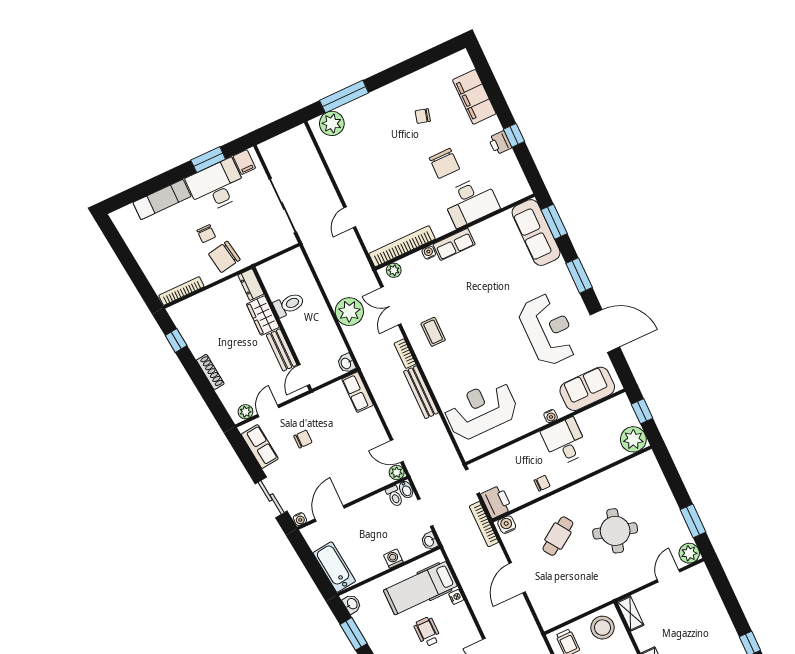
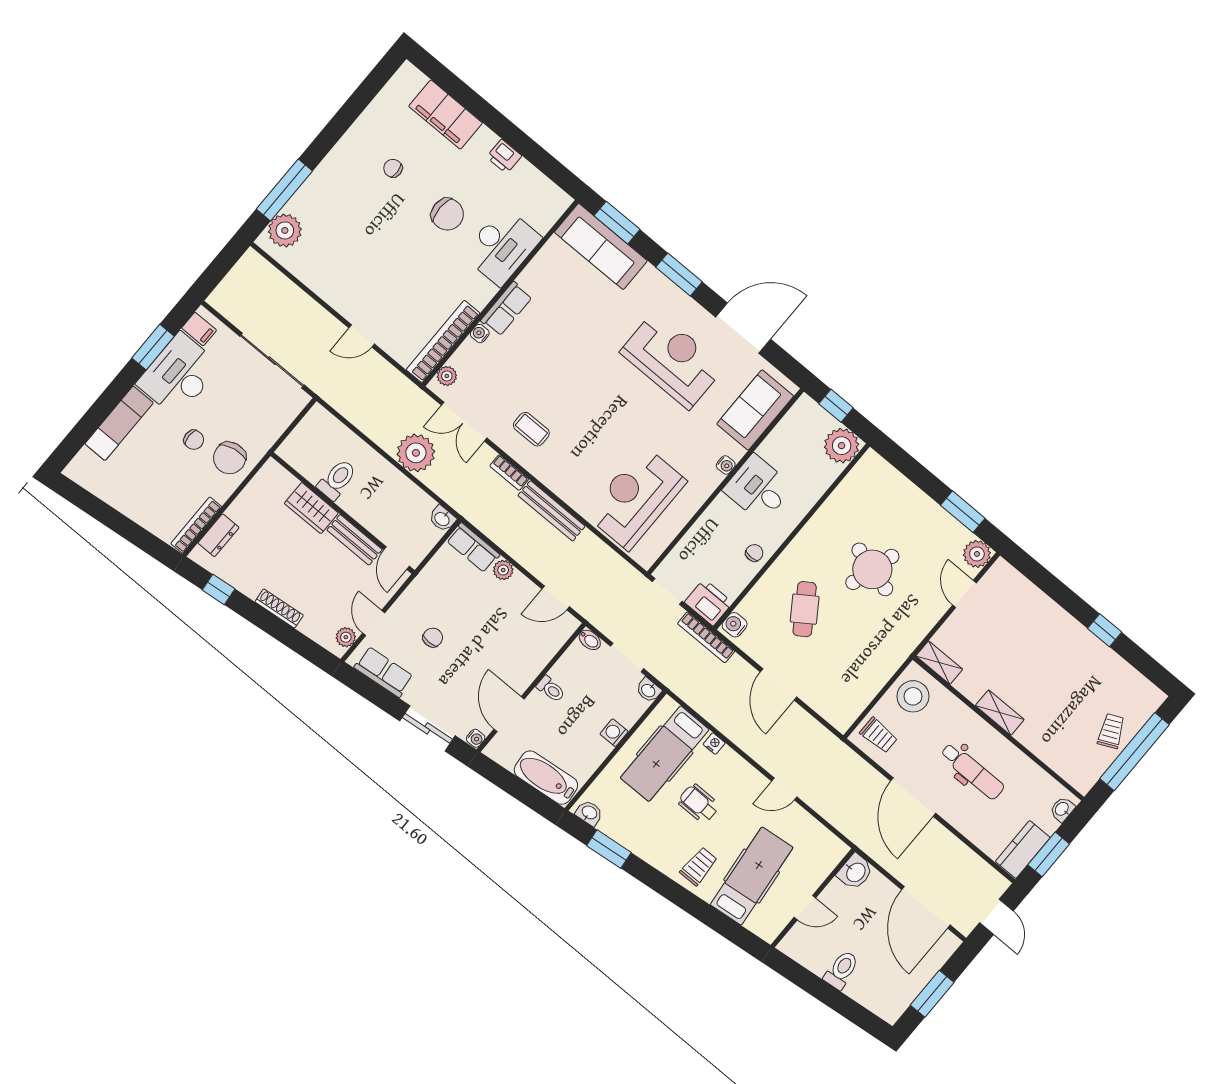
chair: (423, 116) -> (393, 168), turned 72
window: (514, 135) -> (517, 139), removed
door: (350, 217) -> (362, 336), hinge flipped
dresser: (251, 285) -> (218, 535), moved, turned -90
plant: (397, 472) -> (503, 570), moved
toilet: (394, 496) -> (551, 689), moved

